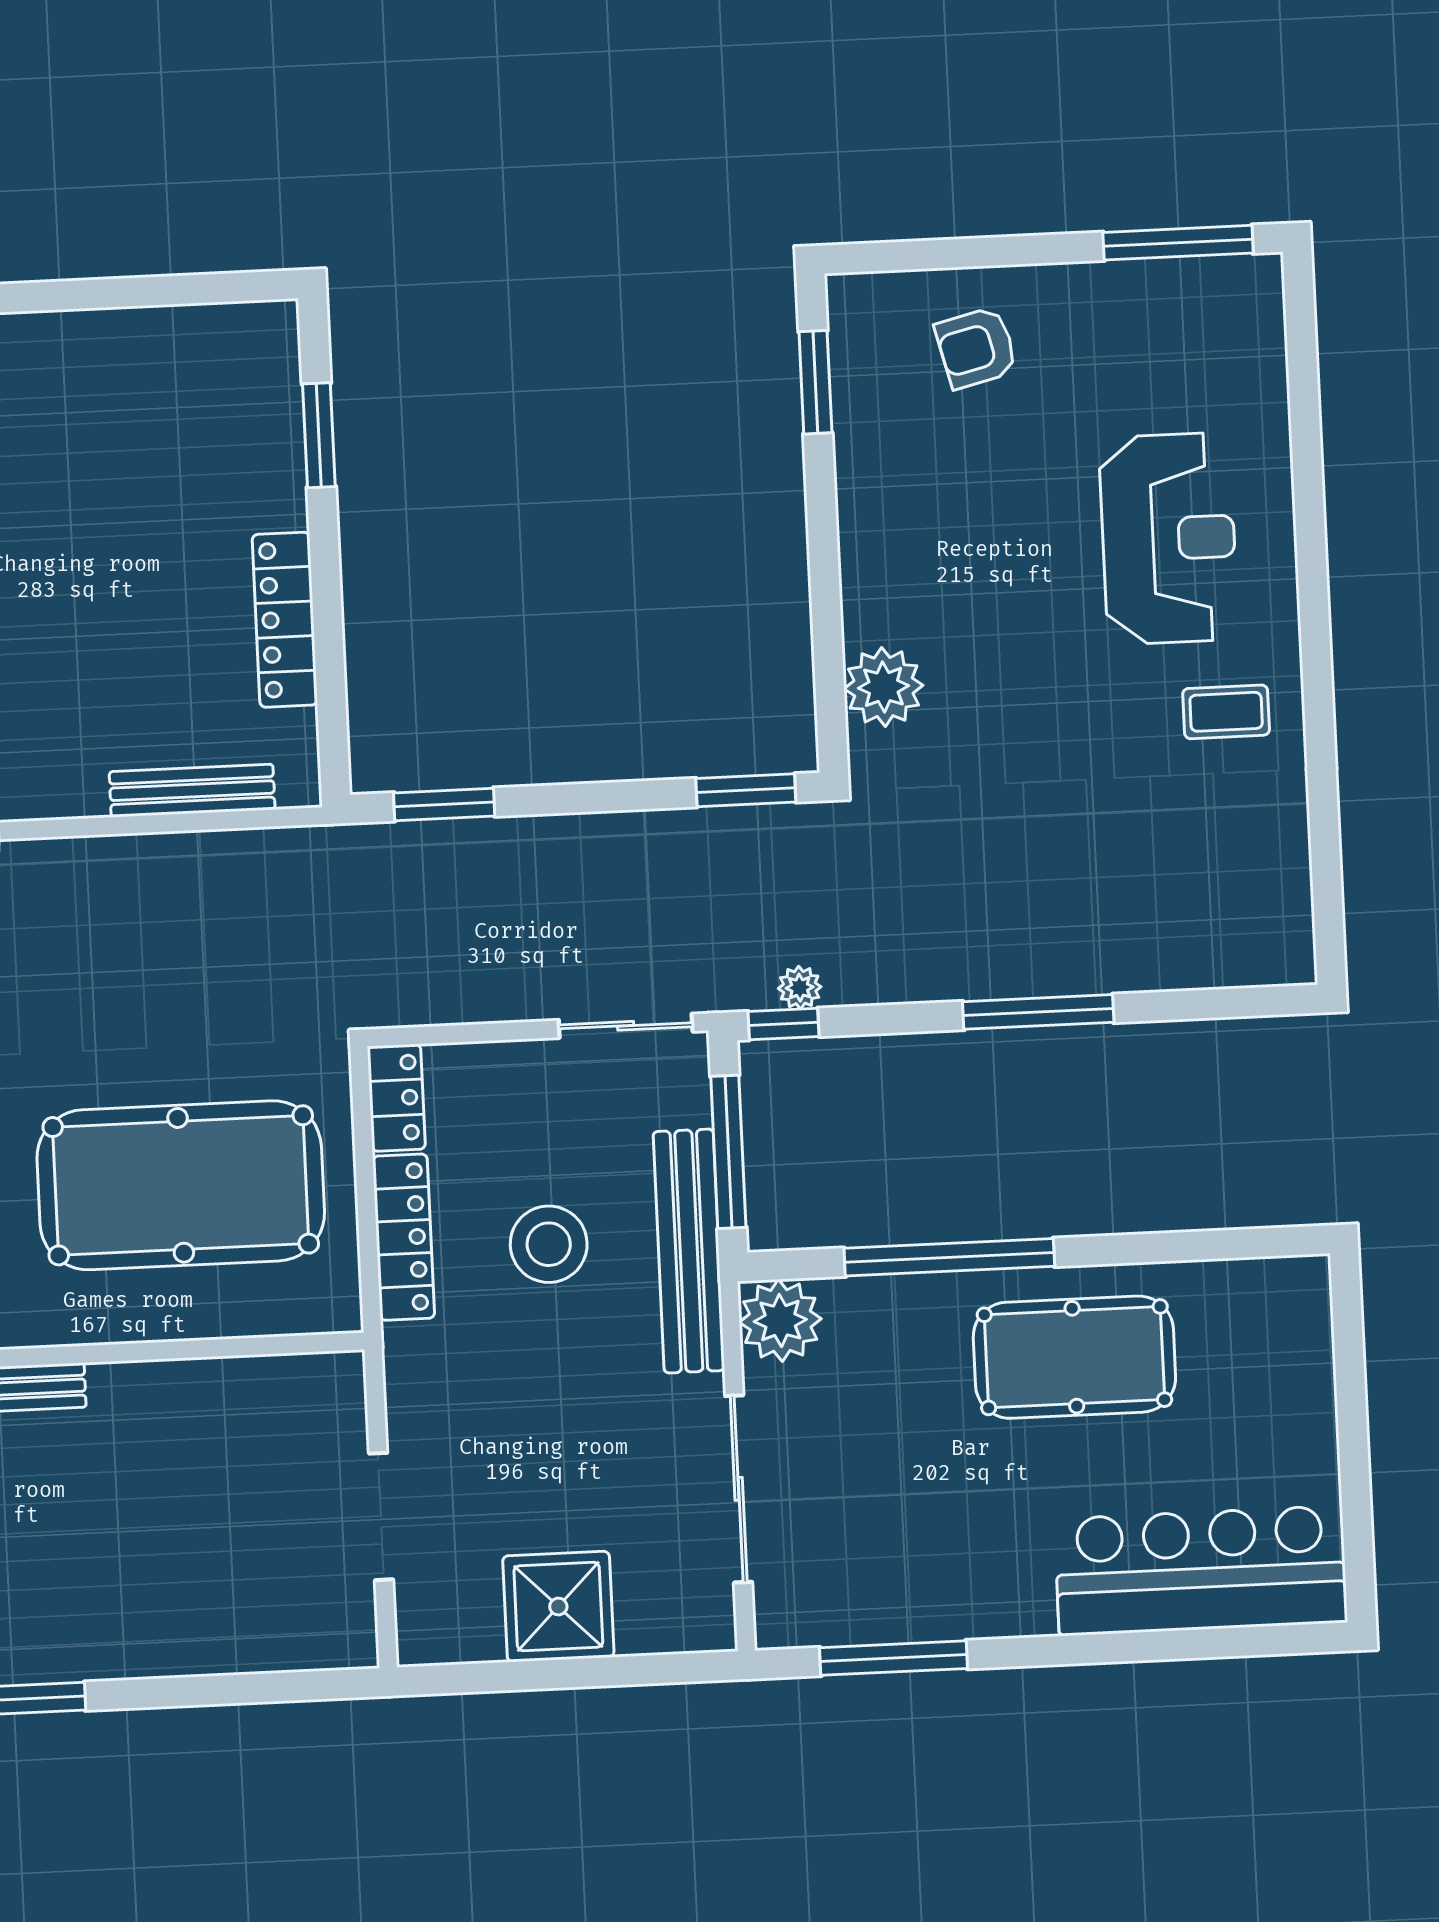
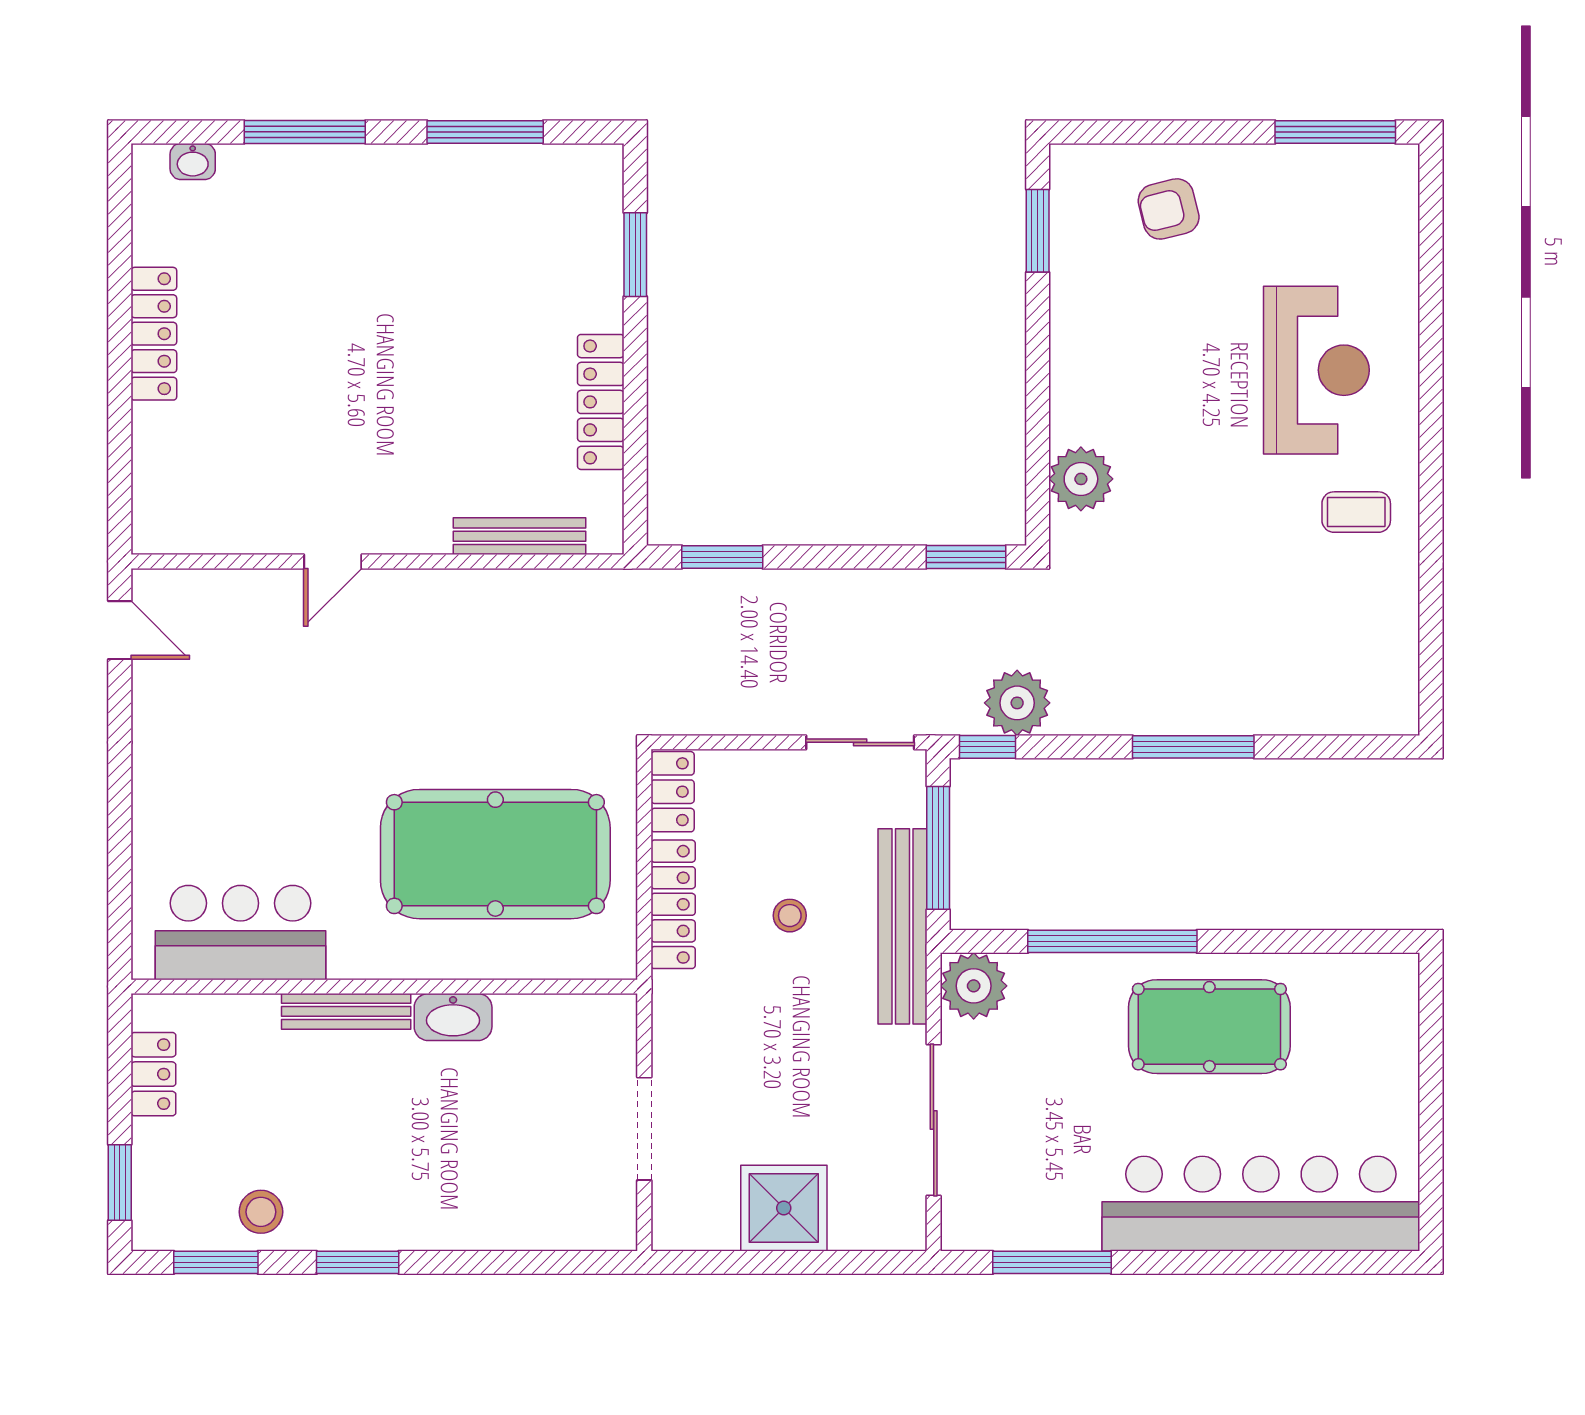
window: (126, 292) -> (485, 132), added
plant: (800, 988) -> (1017, 703), width x1.87, depth x1.87
stool: (549, 1244) -> (790, 916), width x0.53, depth x0.53
washbasin: (138, 1389) -> (453, 1017), added
bar counter: (1201, 1571) -> (1261, 1204), width x1.36

